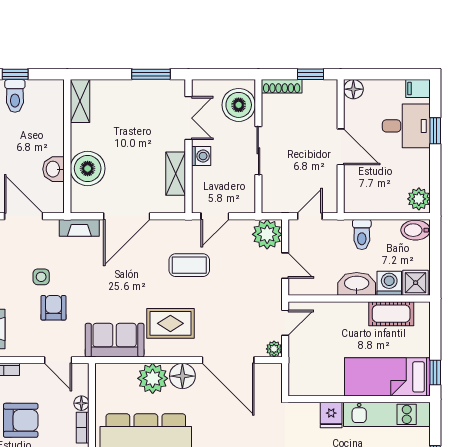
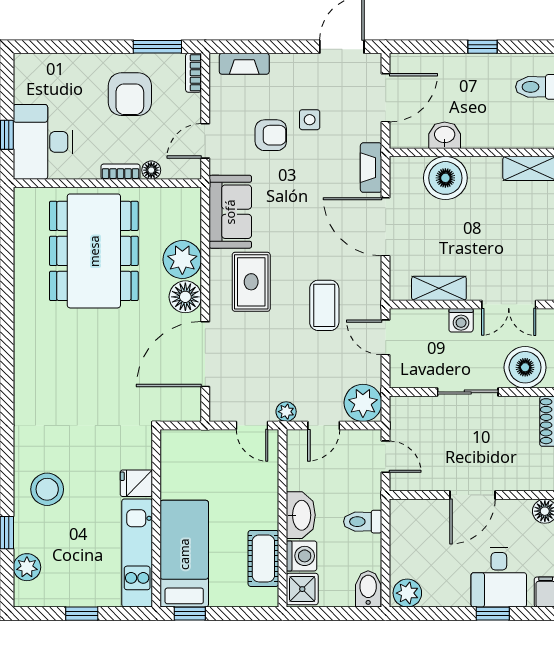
plant: (274, 349) -> (286, 412), moved

